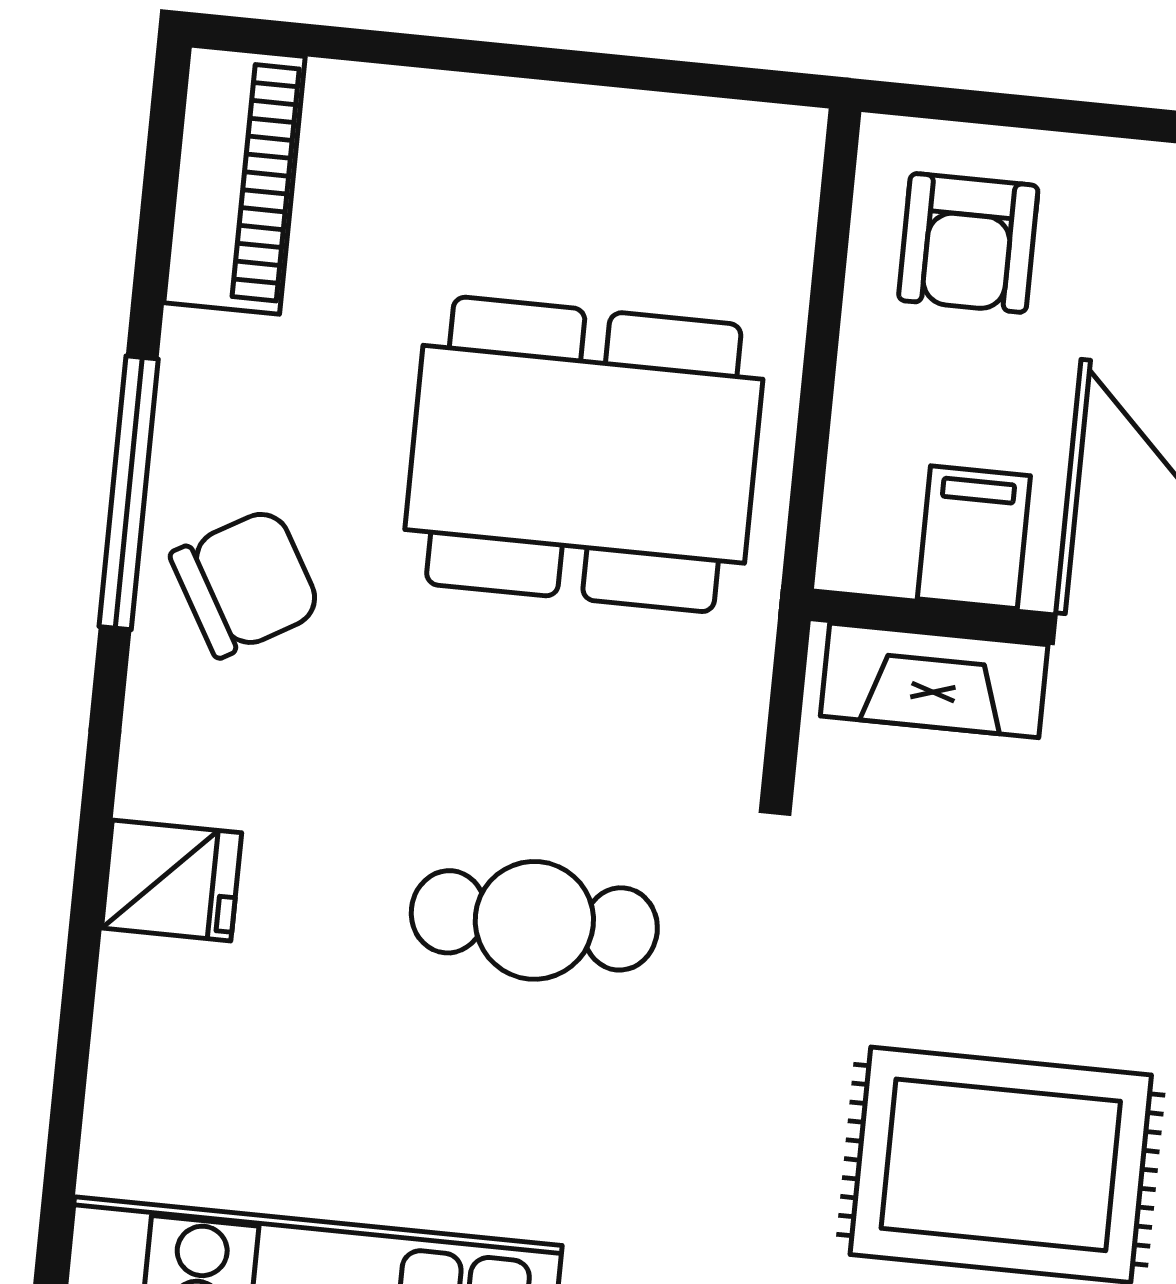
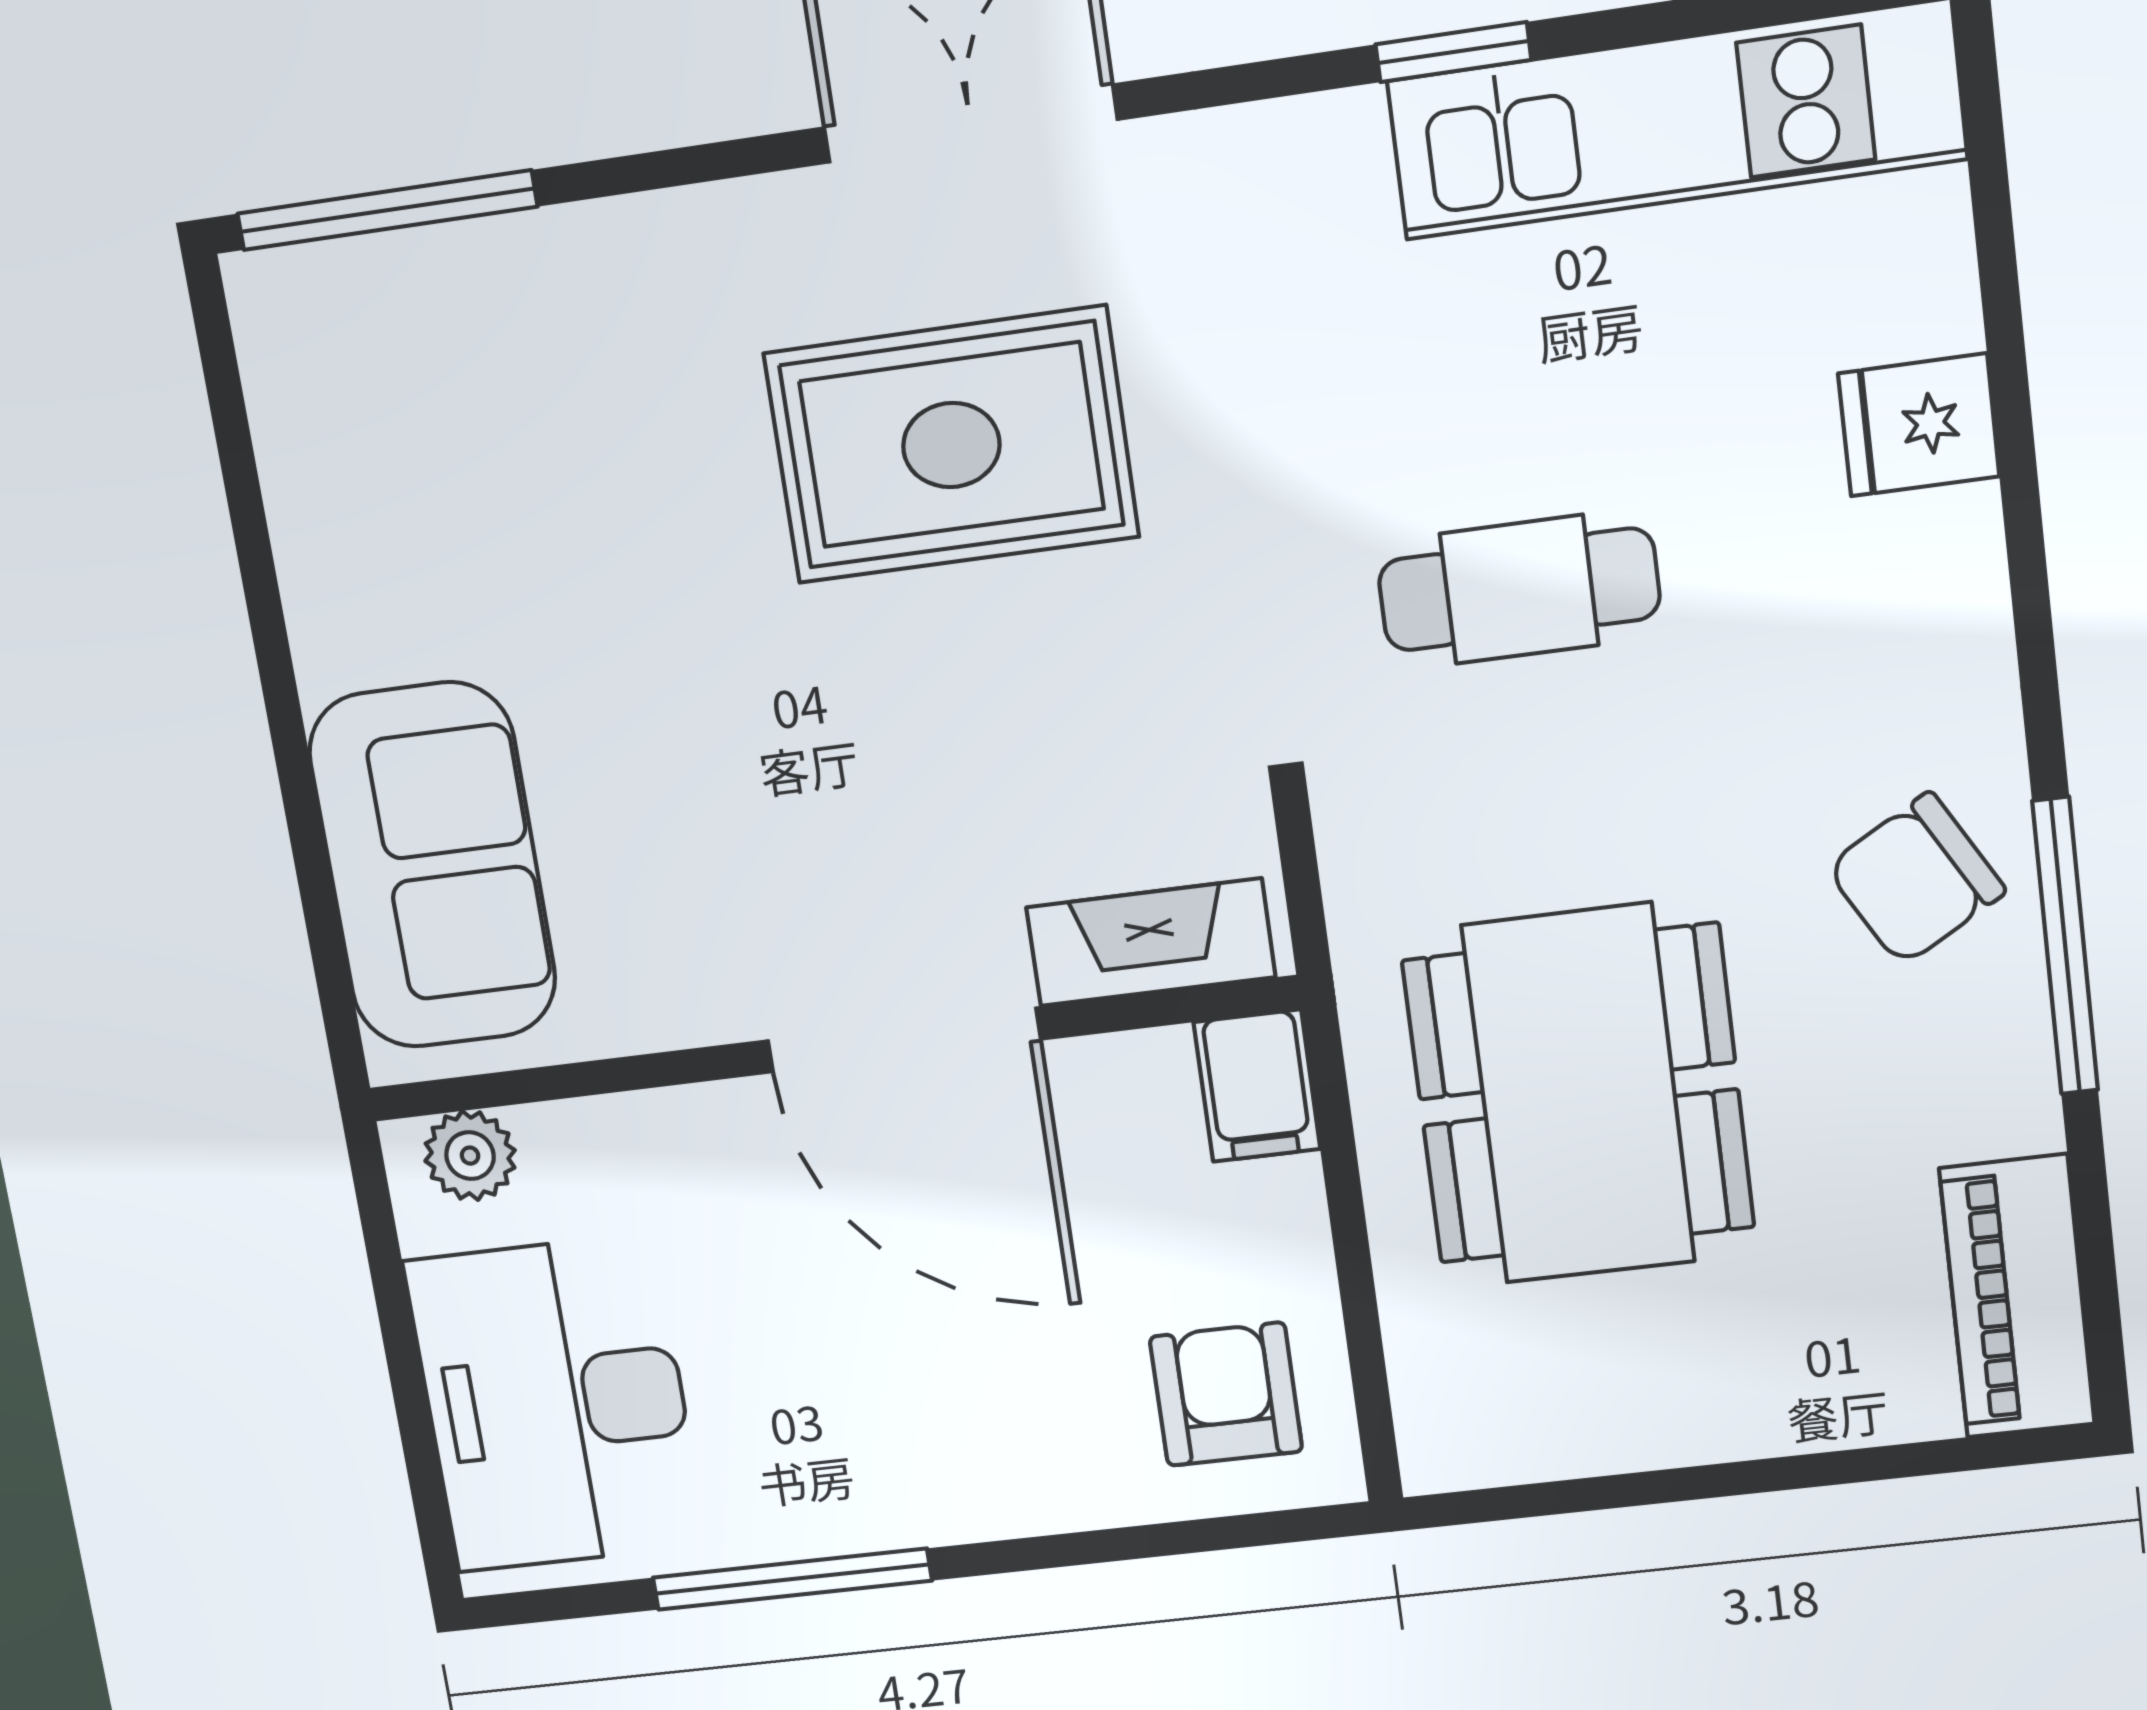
dining table: (584, 454) -> (1578, 1094), turned 90
filing cabinet: (974, 537) -> (1257, 1086), moved
fridge: (172, 880) -> (1919, 425), moved

